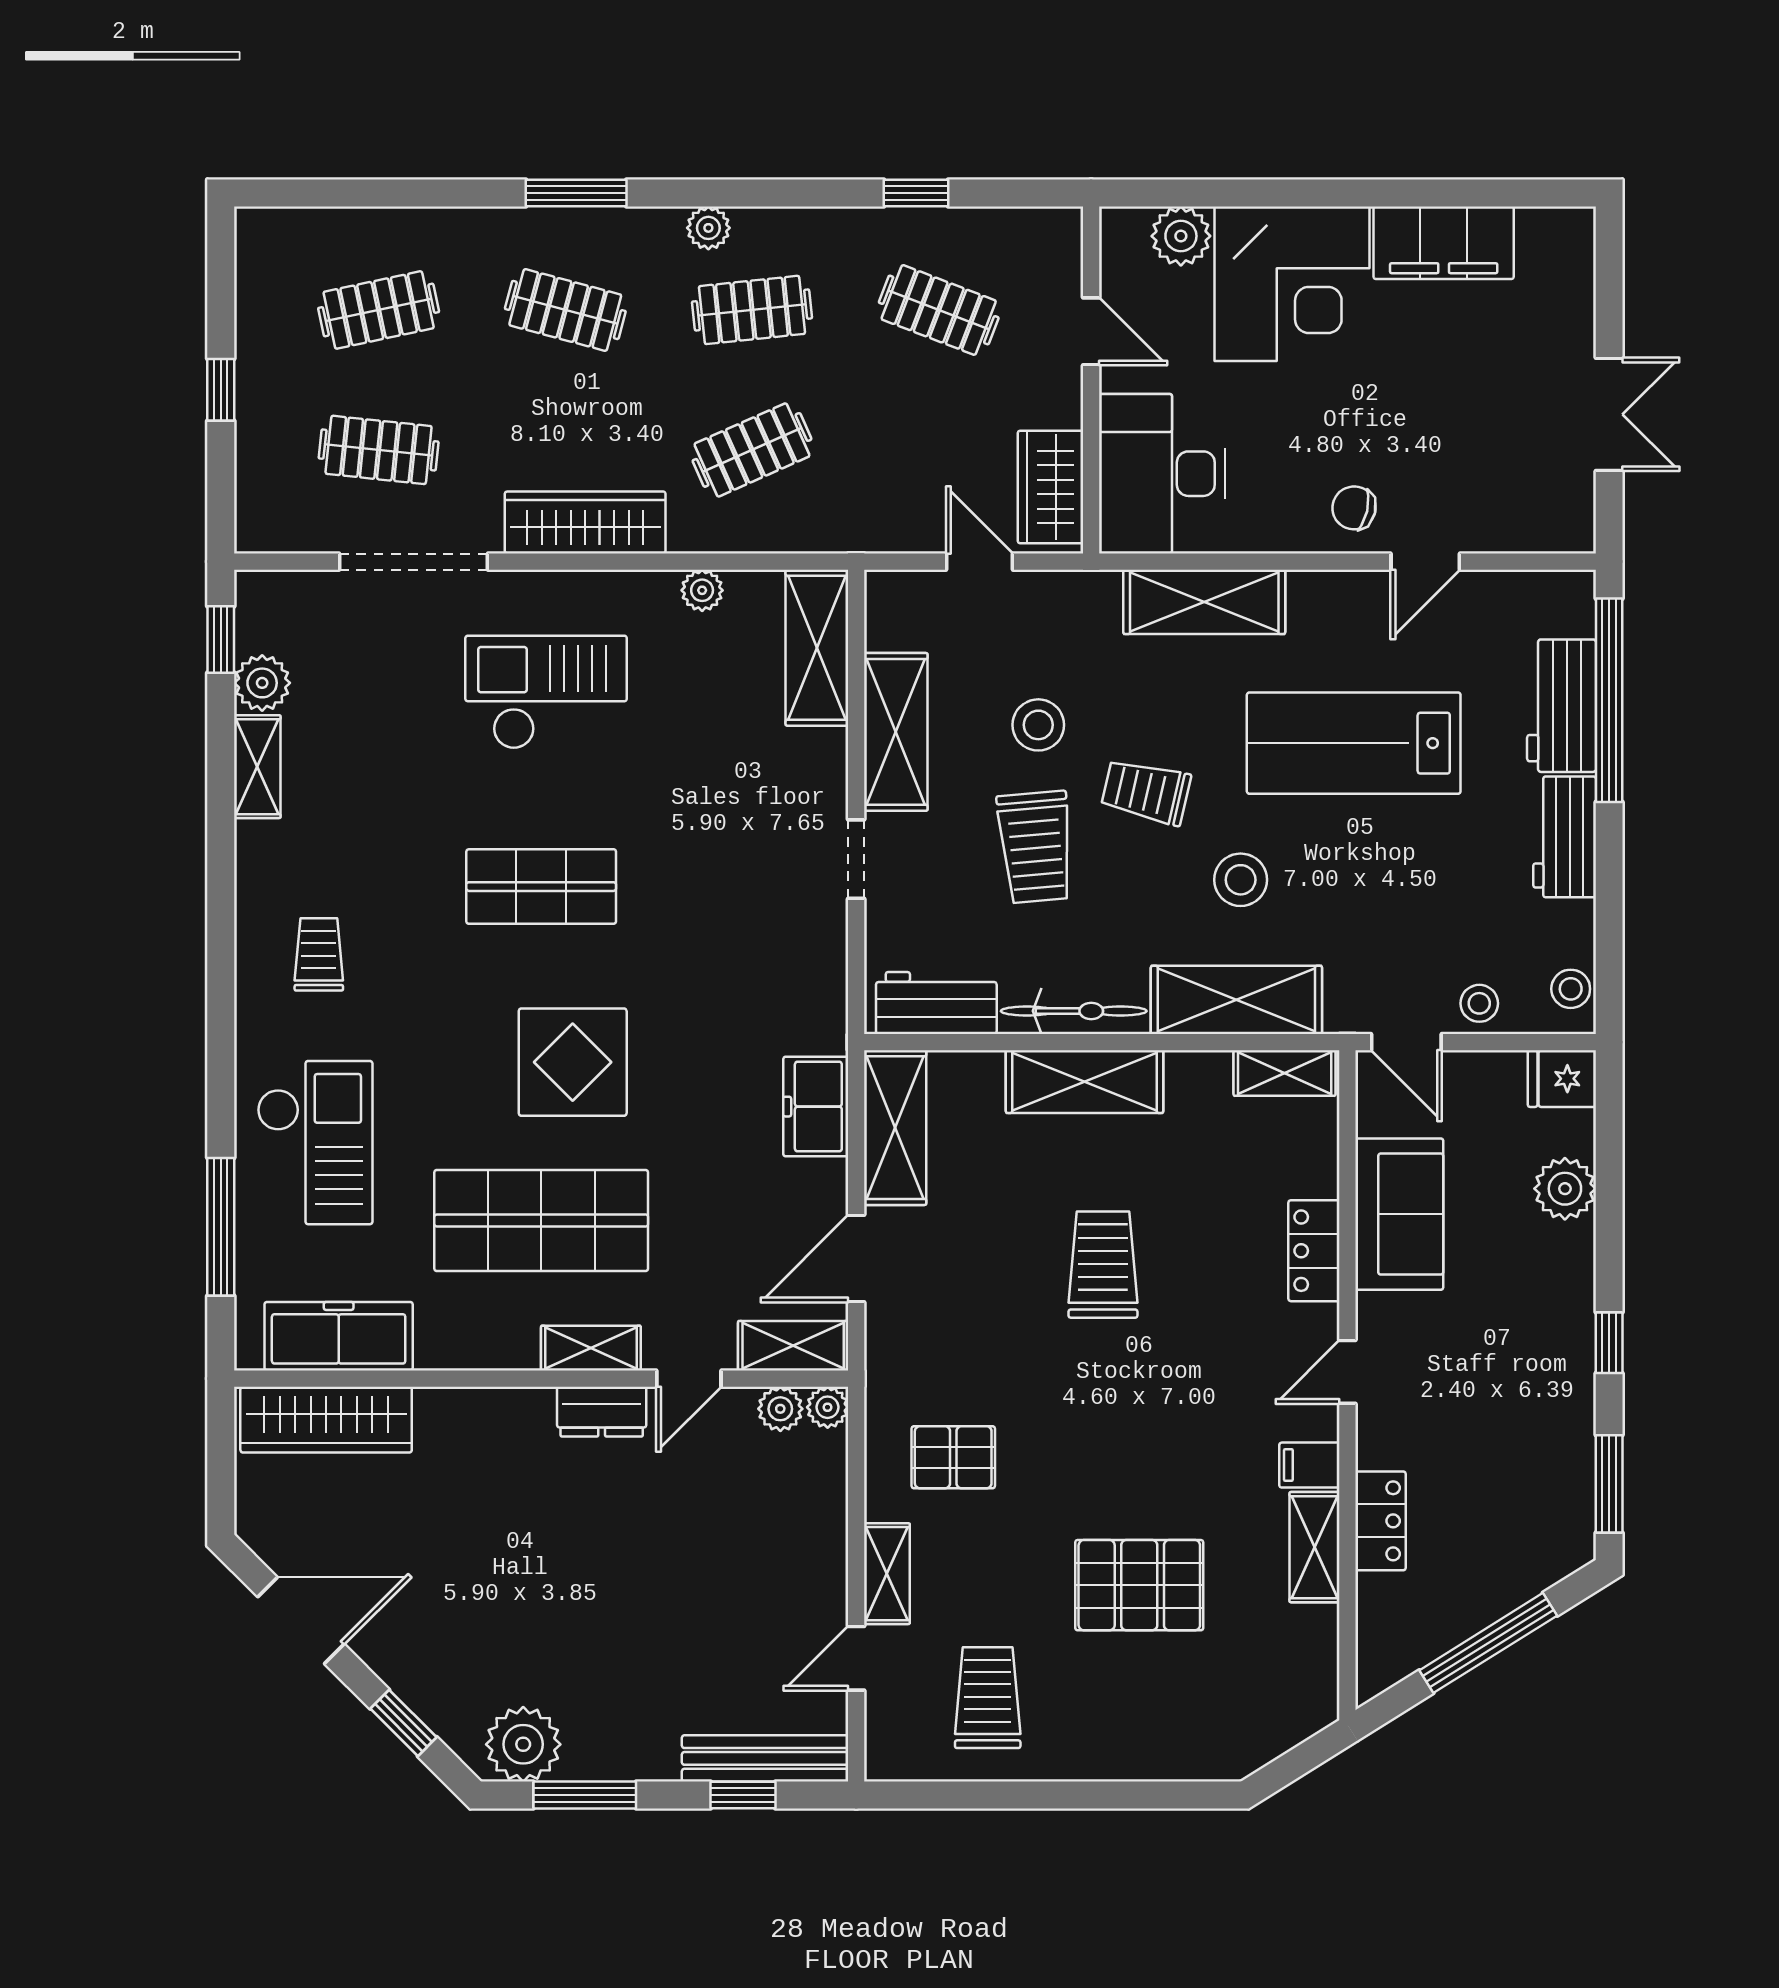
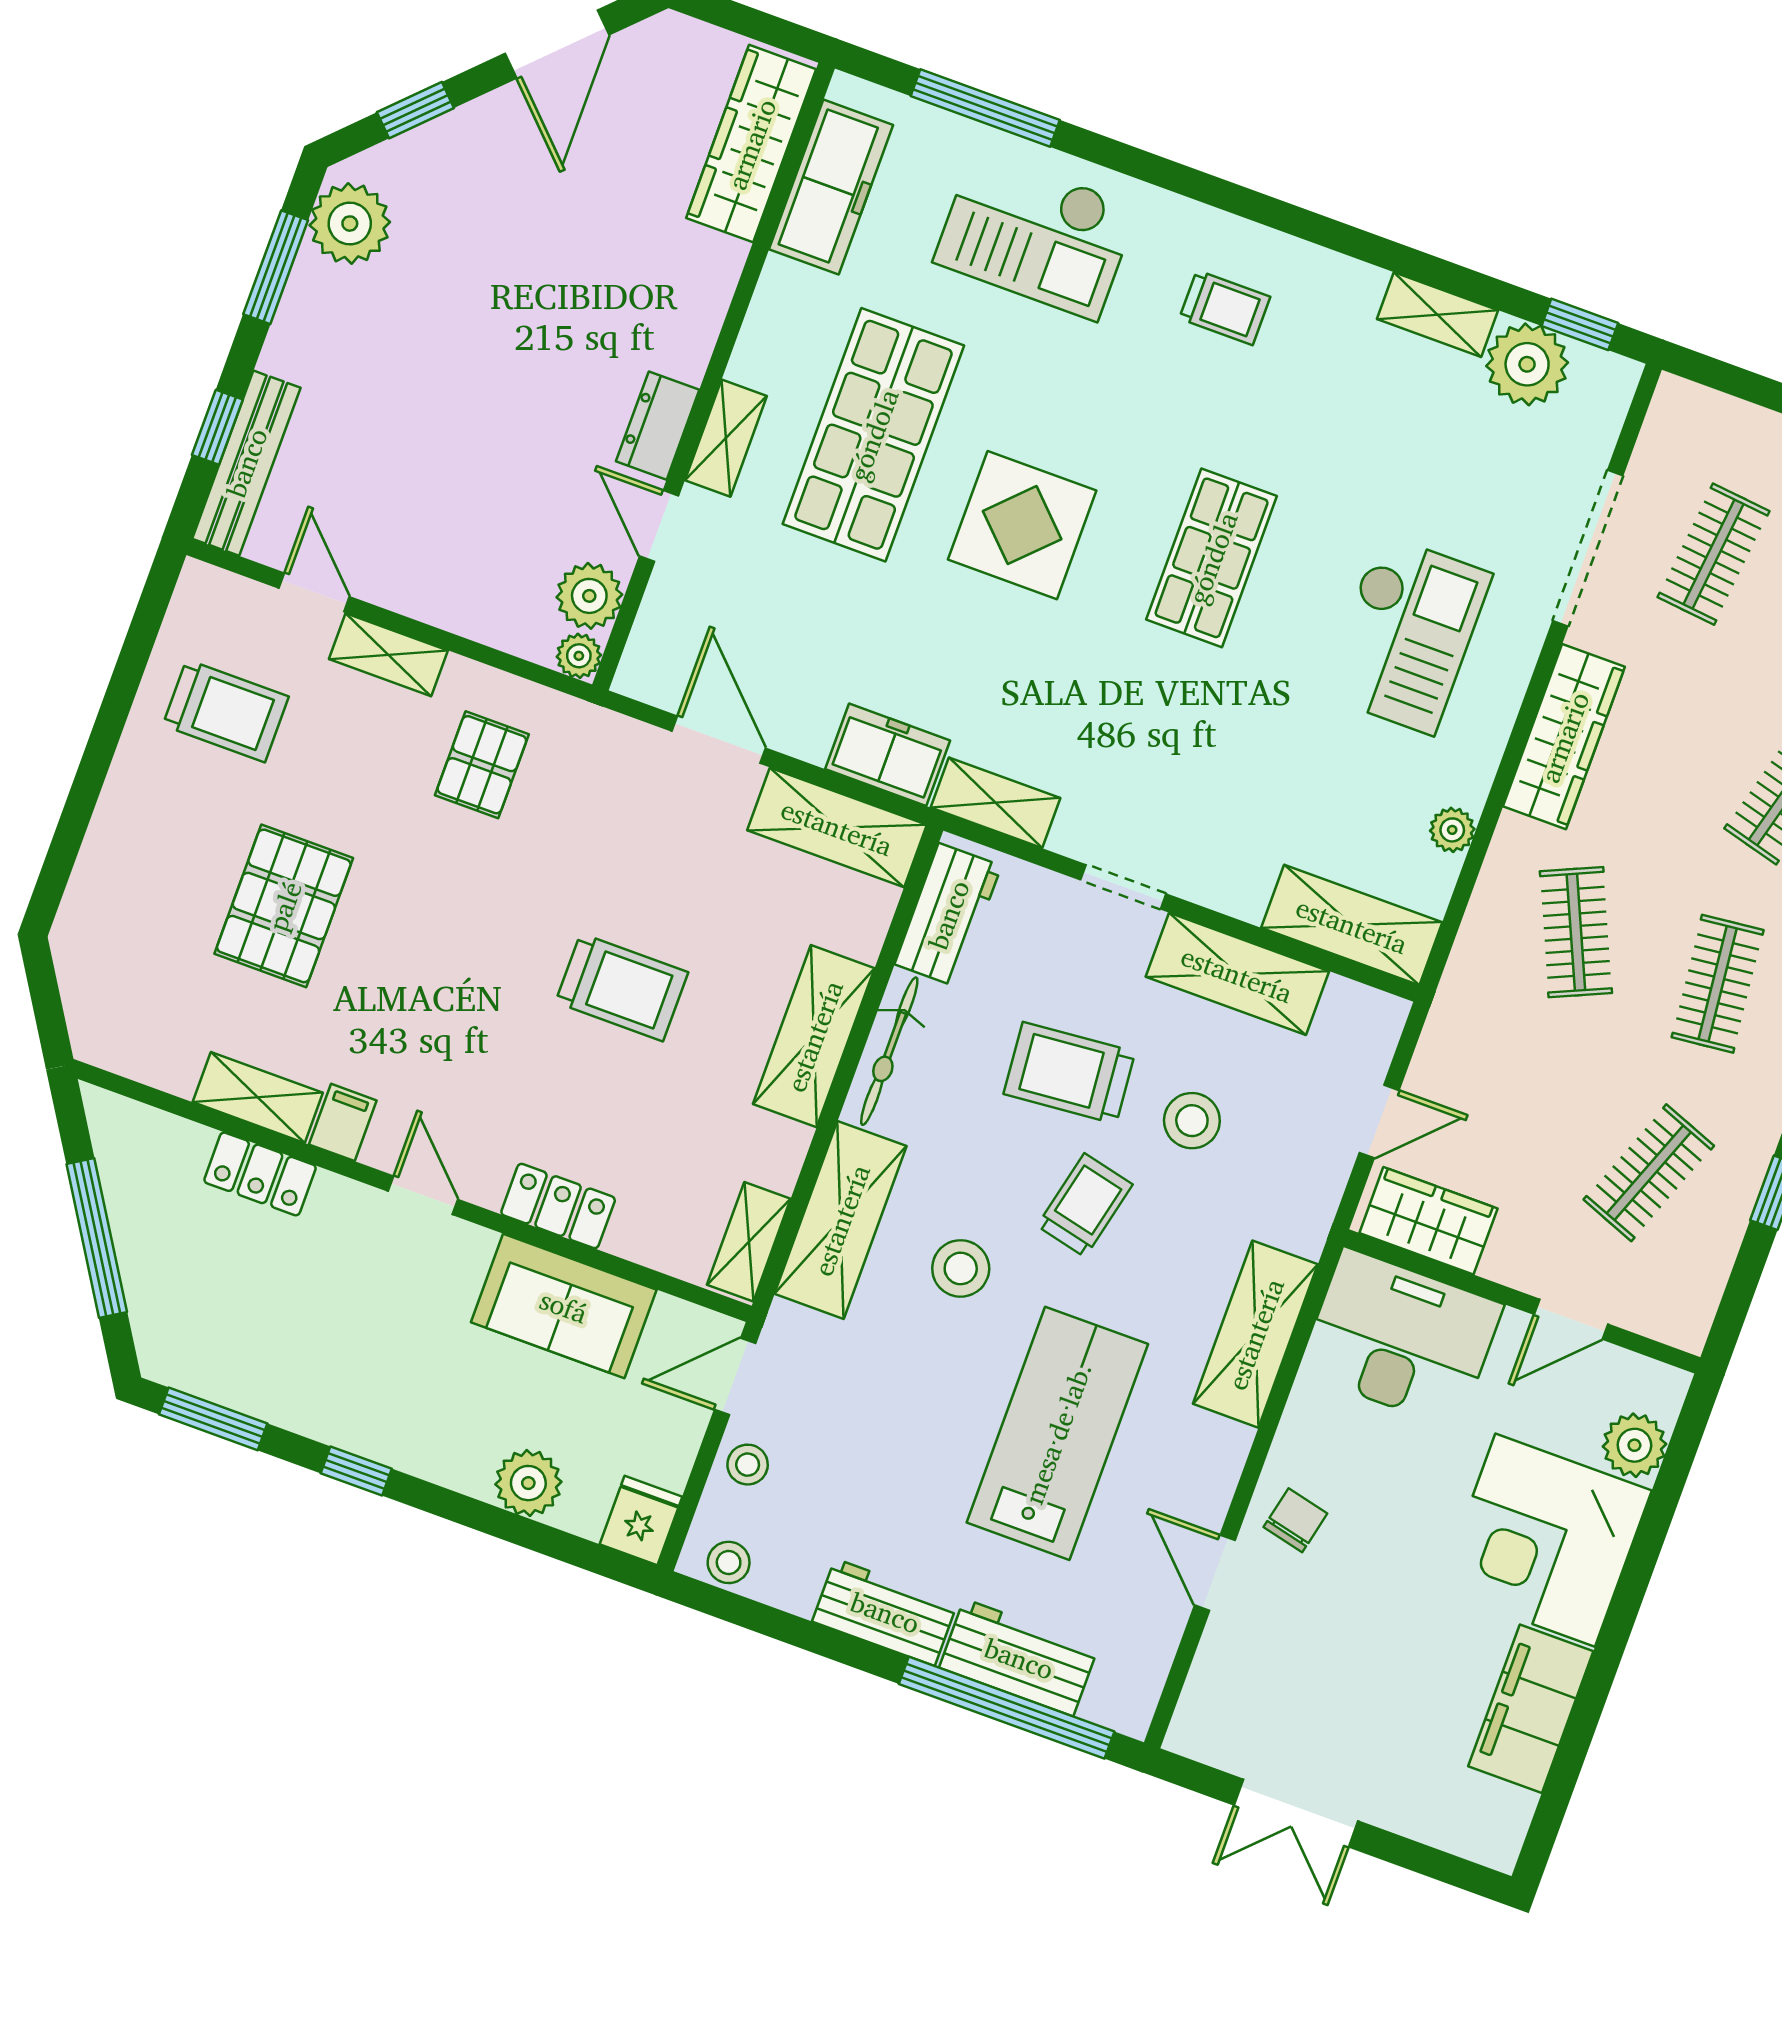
plant: (262, 683) -> (1527, 364), width x1.36, depth x1.36
shelving: (793, 1346) -> (995, 803), moved, turned 90
plant: (780, 1409) -> (589, 596), width x1.38, depth x1.38

